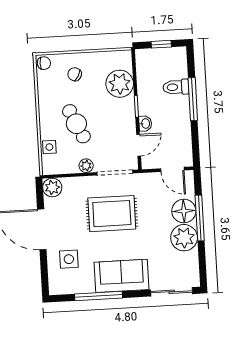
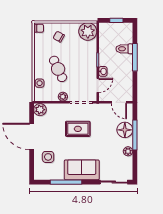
plant: (120, 84) -> (88, 31), moved
rug: (112, 214) -> (78, 129), width x0.73, depth x0.70
plant: (184, 238) -> (128, 151), width x0.53, depth x0.53

